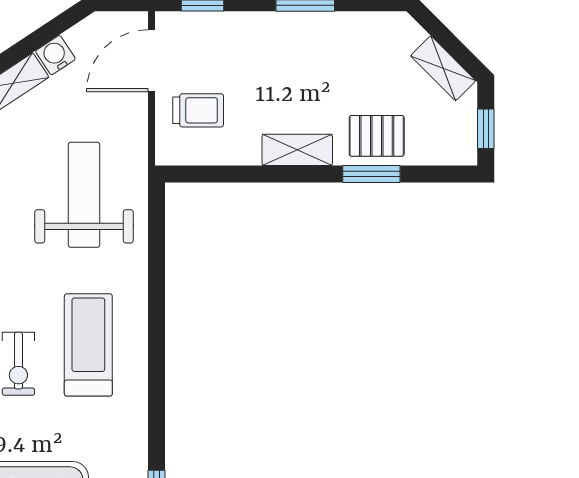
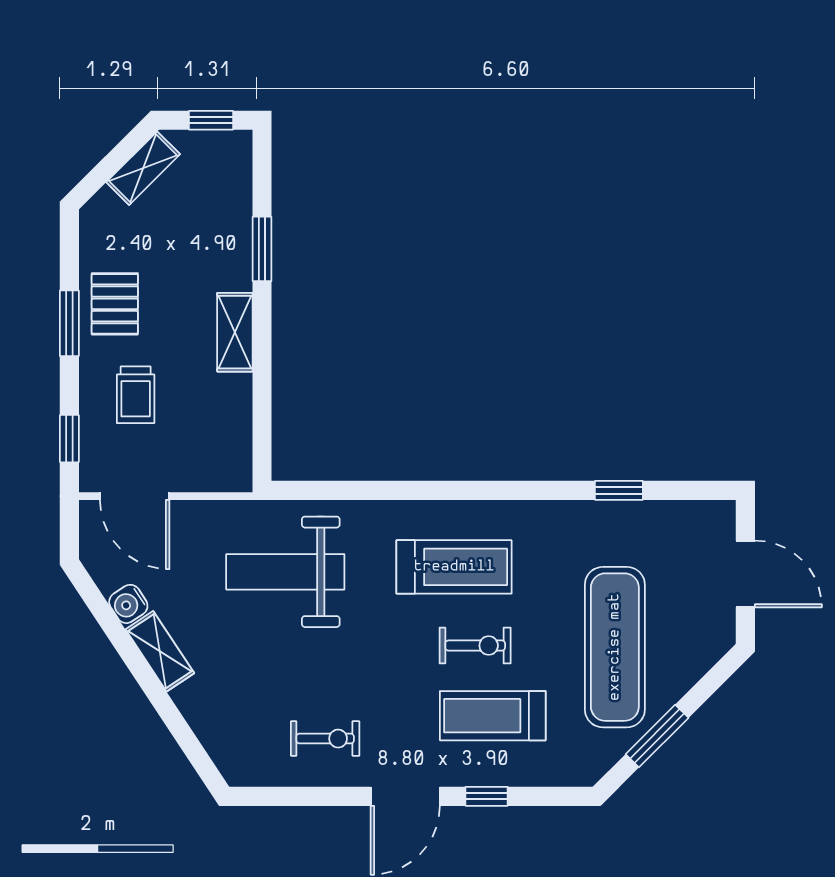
trolley: (198, 110) -> (136, 395), moved, turned 180
pallet: (377, 136) -> (115, 304), moved
treadmill: (88, 345) -> (454, 567), turned 180

